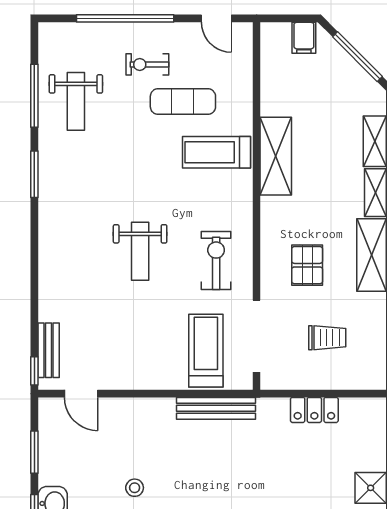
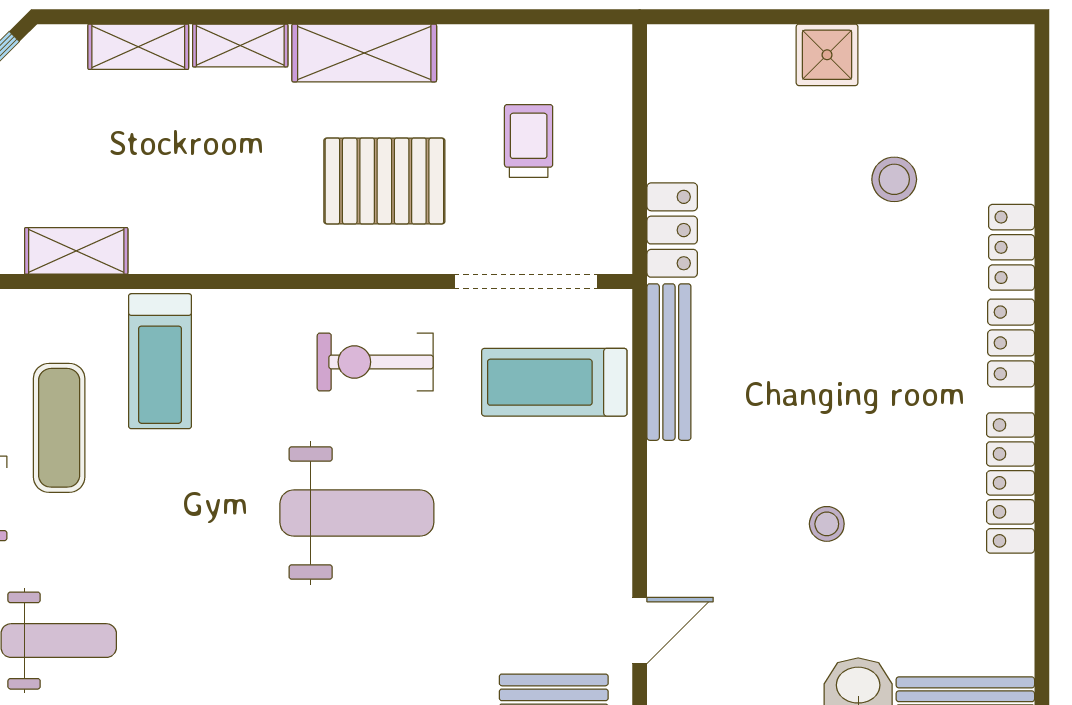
shelving: (276, 156) -> (76, 251), moved, width x0.67, depth x0.75
weight bench: (140, 251) -> (357, 513), width x1.36, depth x1.33
pallet: (307, 265) -> (384, 181), width x1.50, depth x1.42
locker: (314, 410) -> (672, 230), moved

